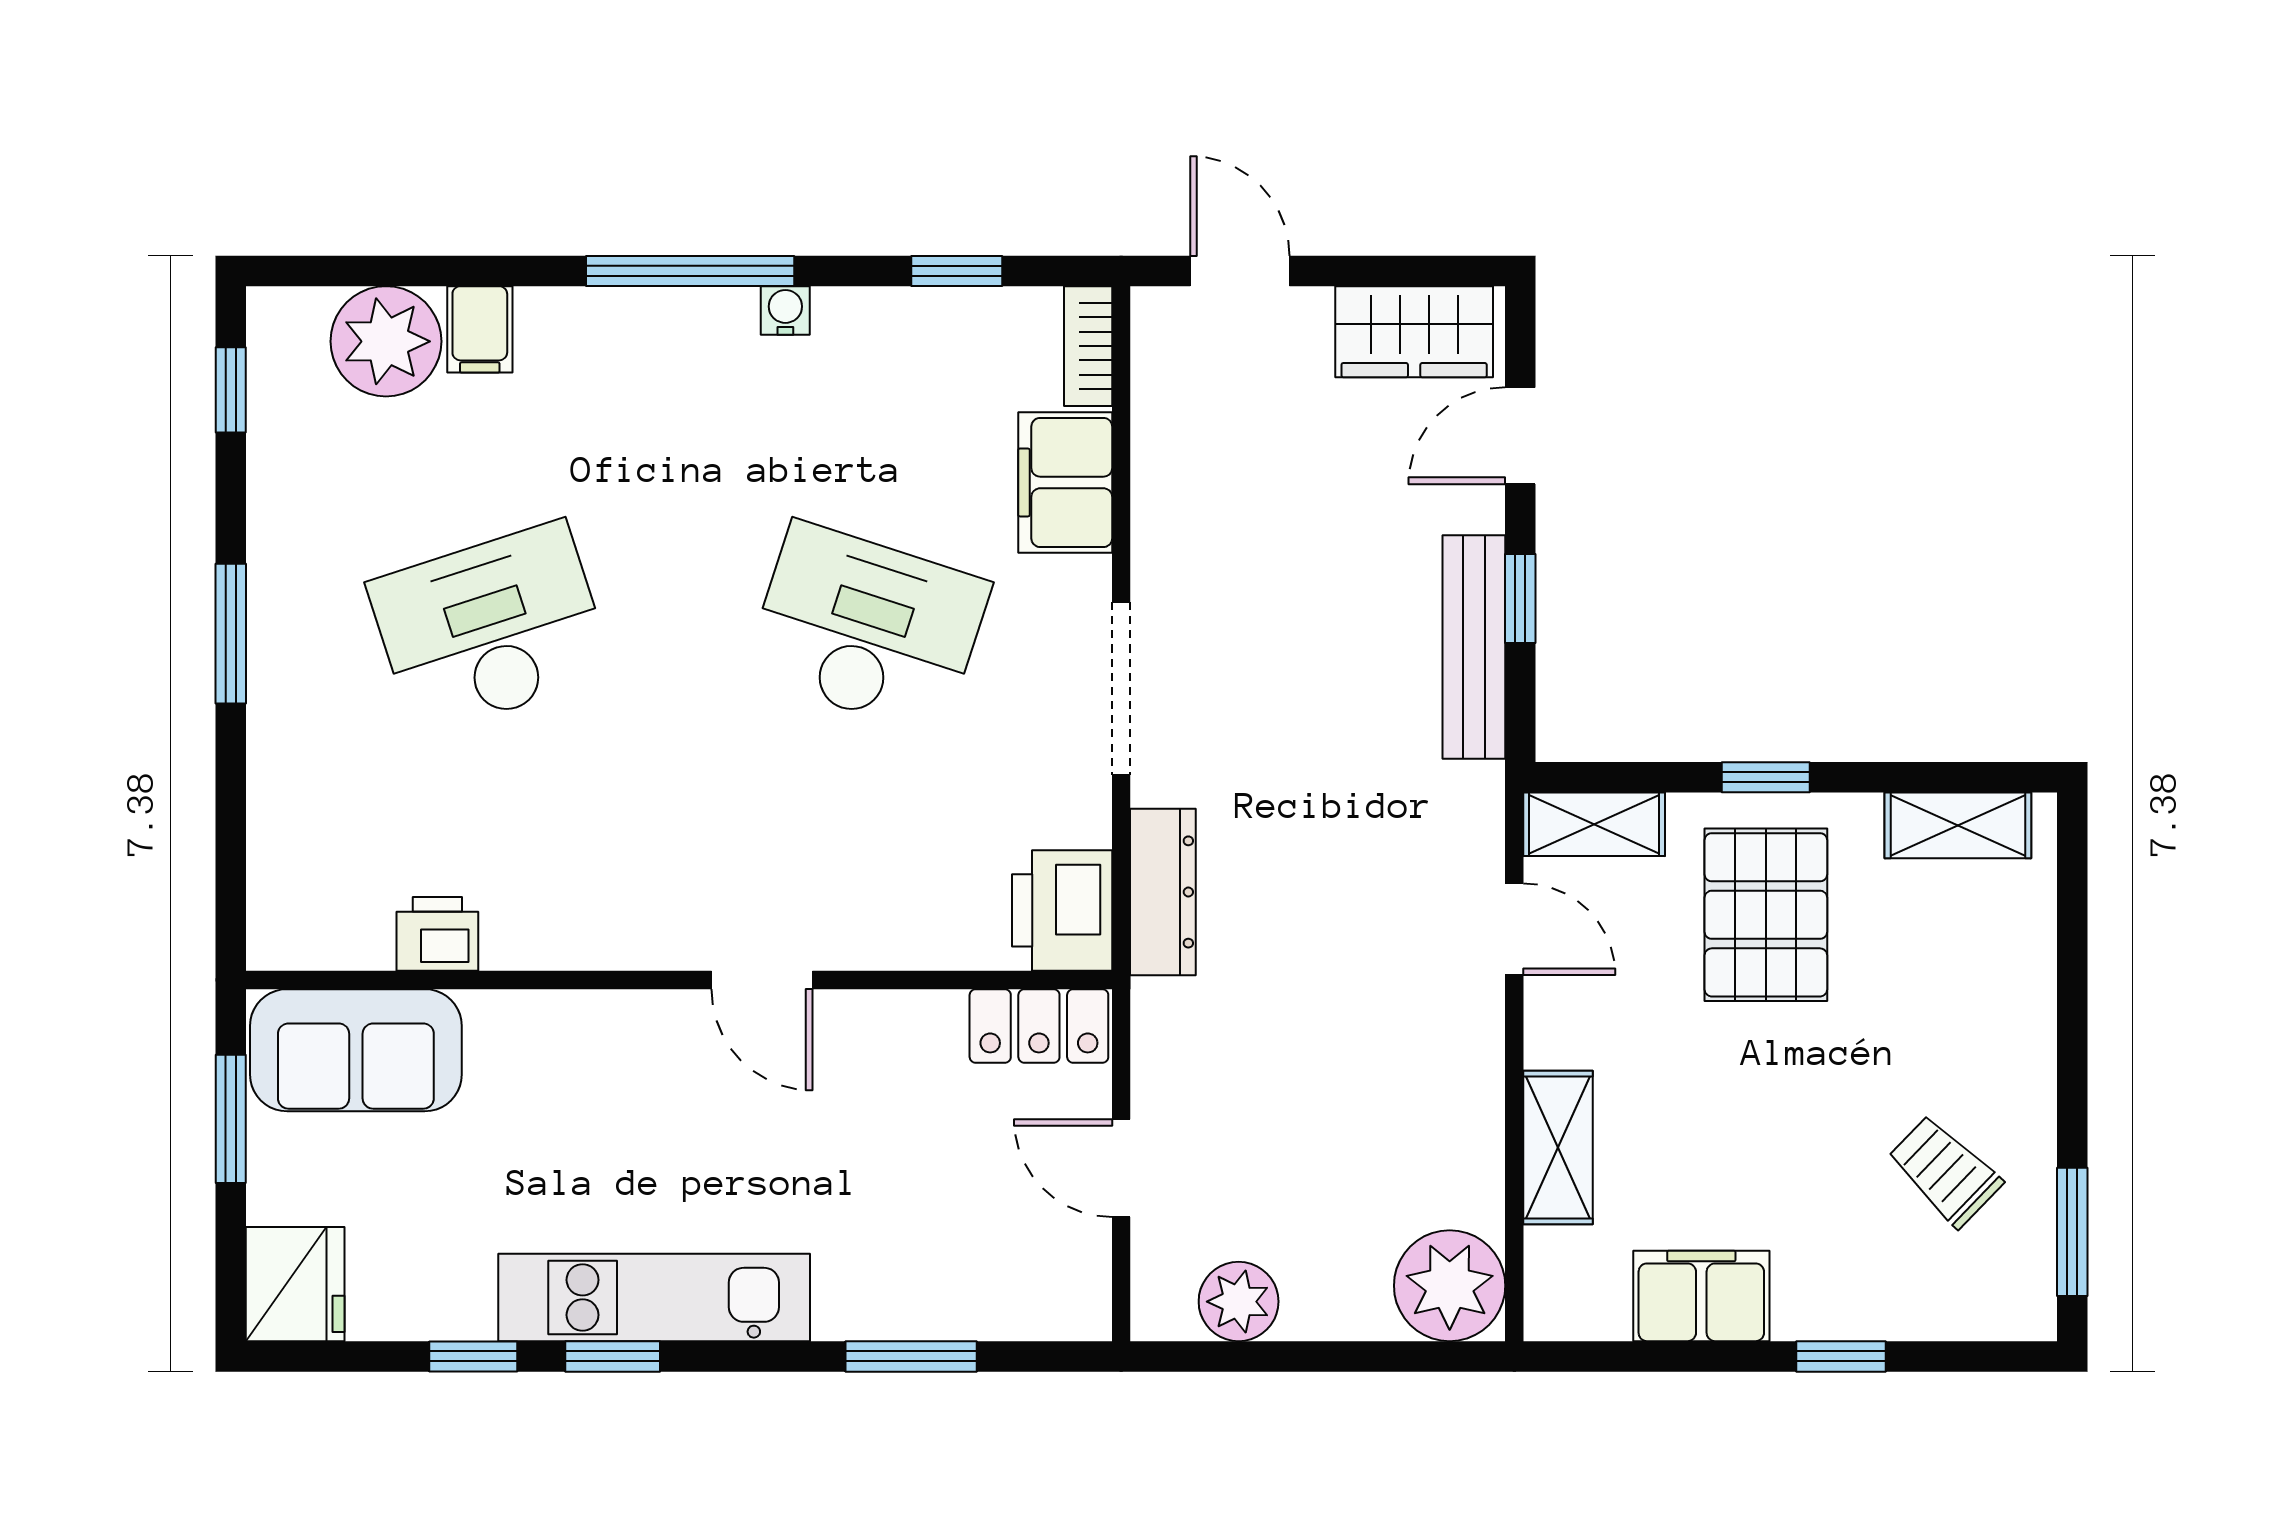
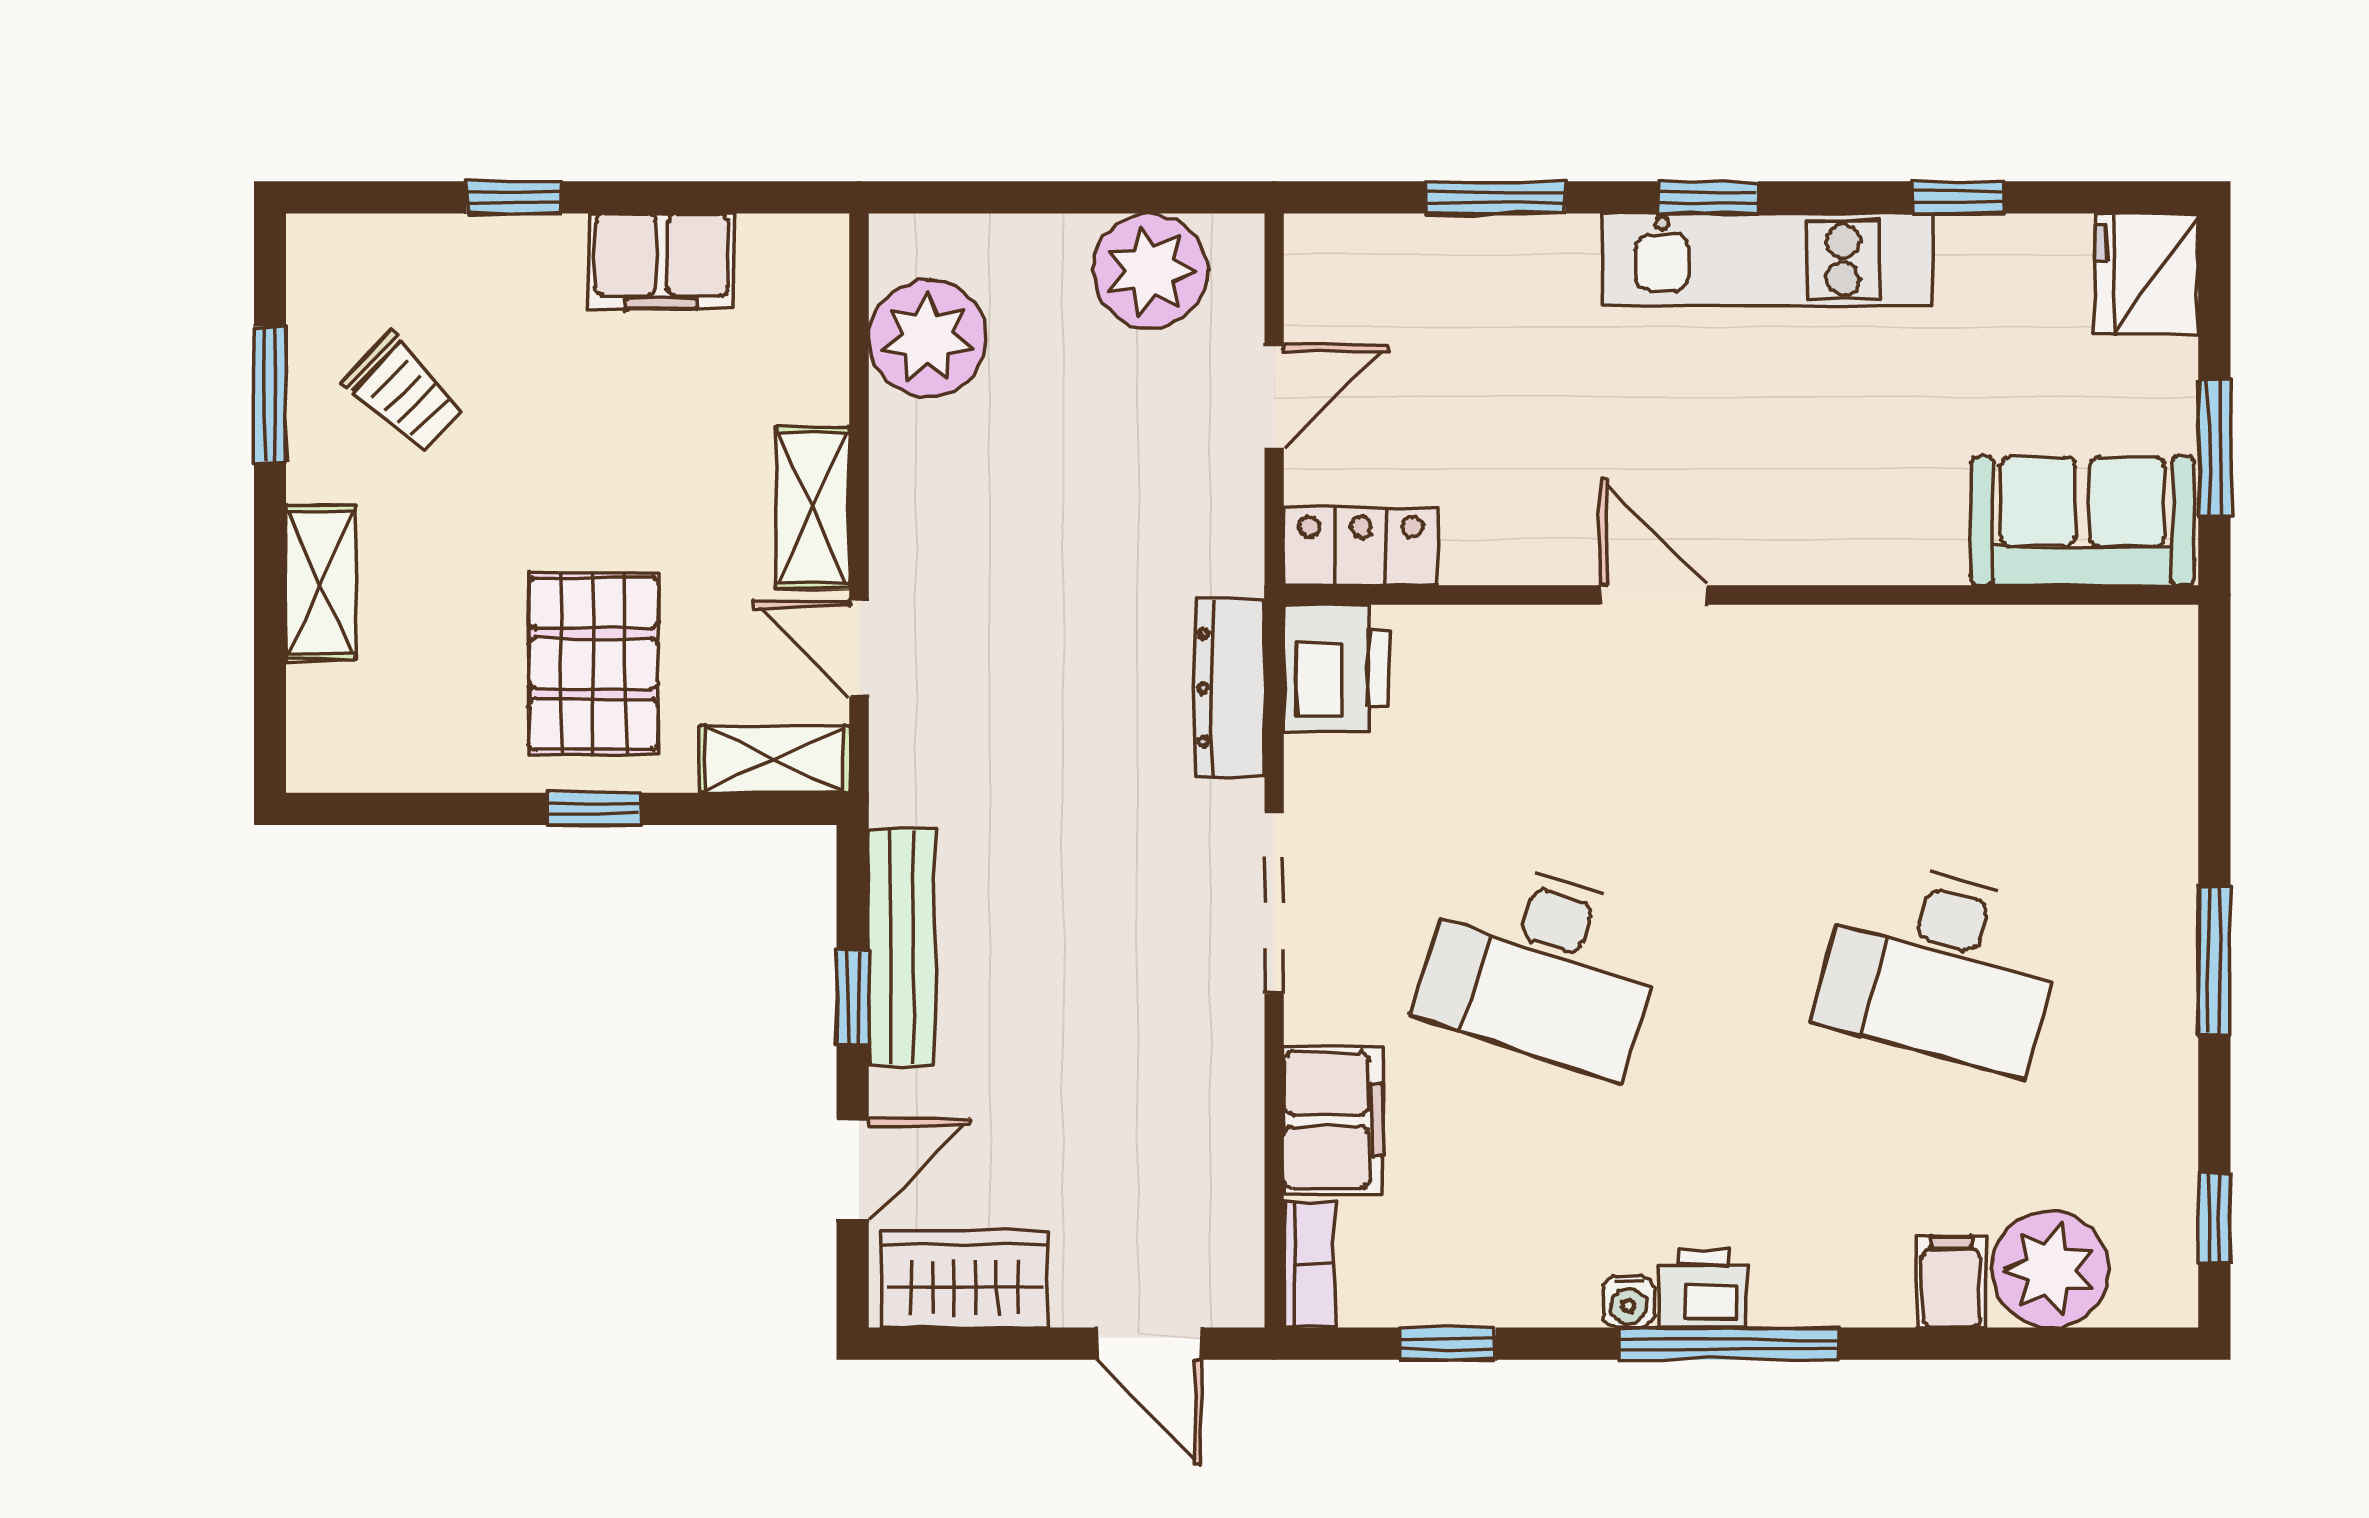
desk: (490, 628) -> (1940, 966), turned 33
shelving: (1958, 825) -> (321, 582), moved, turned 90
printer: (437, 934) -> (1704, 1289), moved, turned 180
shelving: (1558, 1147) -> (813, 508), moved
door: (1121, 1168) -> (1274, 396), hinge flipped
window: (2072, 1232) -> (270, 395), moved
plant: (1450, 1286) -> (927, 338), moved
plant: (1239, 1302) -> (1150, 271), width x1.36, depth x1.36
window: (613, 1356) -> (1708, 197), moved

